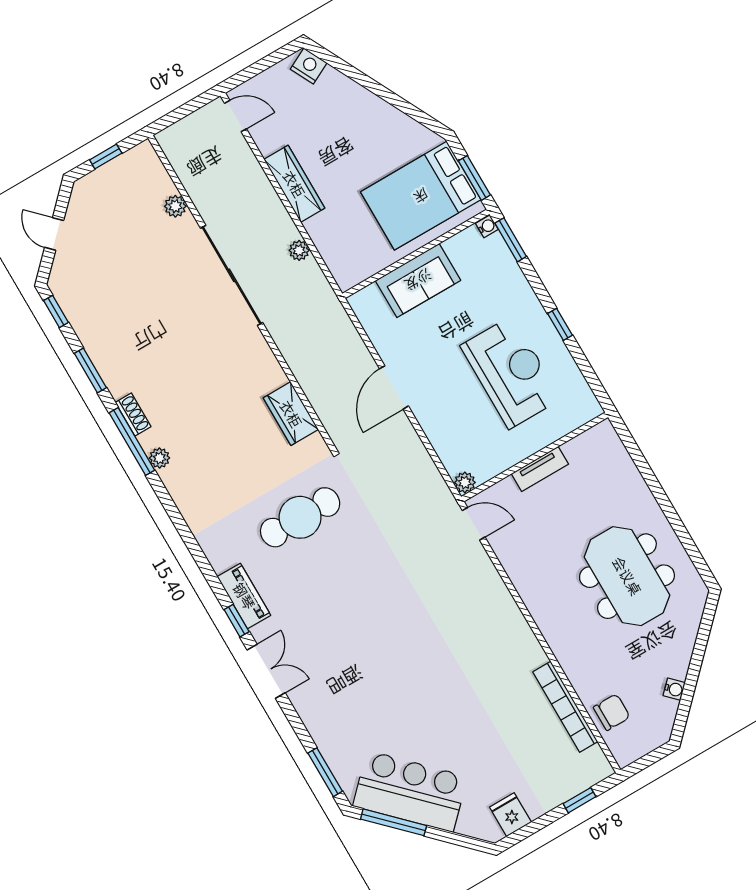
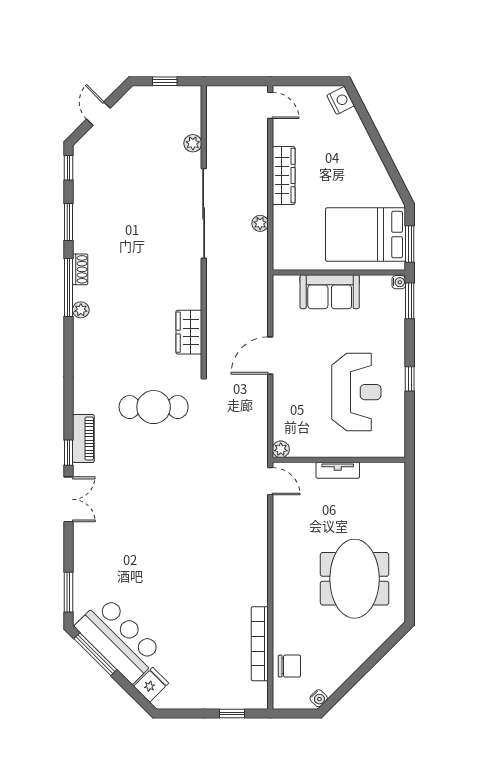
water cooler: (674, 689) -> (319, 698), moved
fridge: (510, 815) -> (151, 685), moved, turned 45

